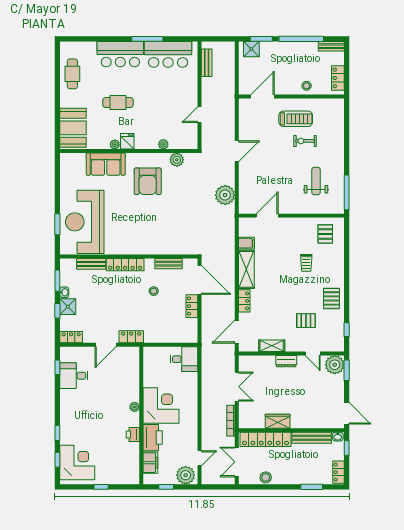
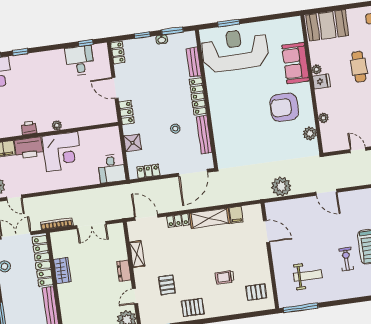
bench: (168, 264) -> (204, 135), width x1.36
locker: (192, 306) -> (148, 171), moved
shower: (68, 307) -> (133, 143), moved

